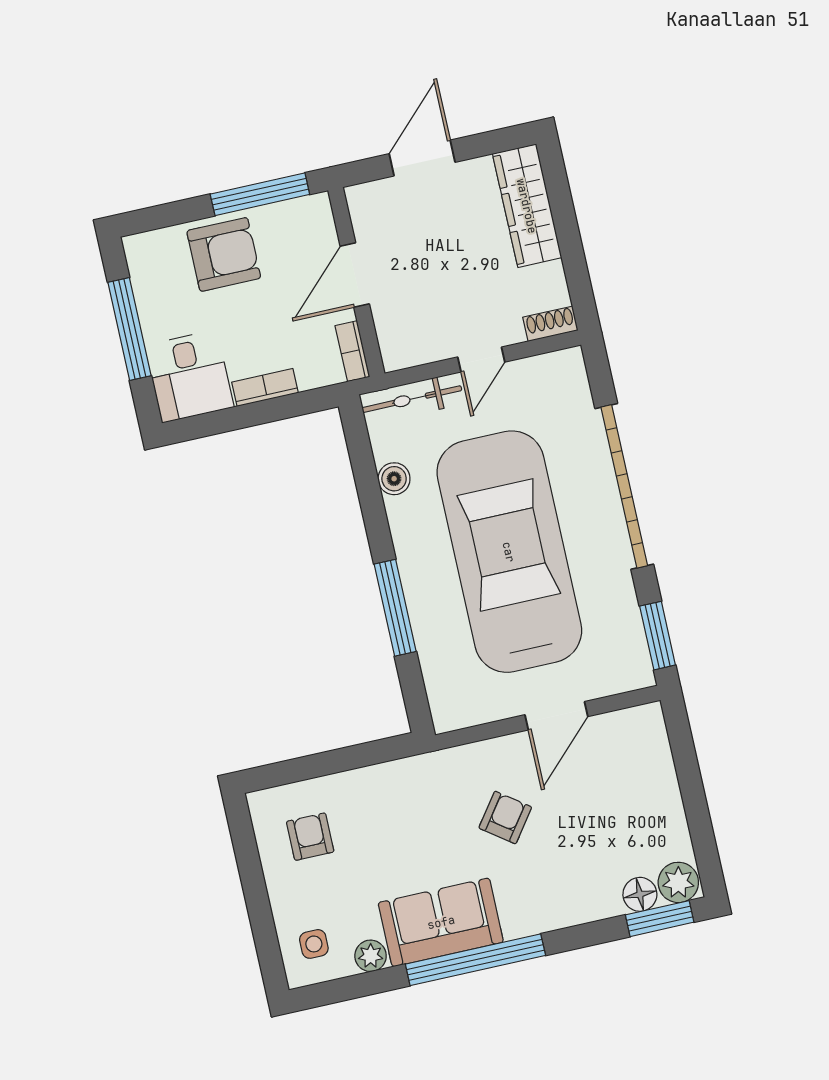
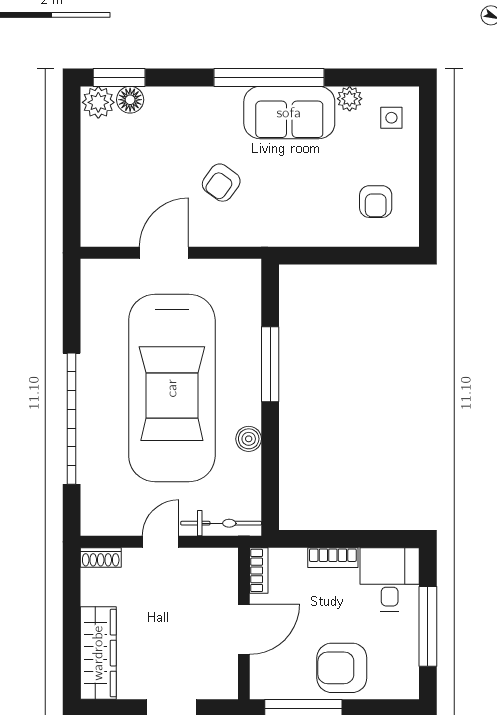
boiler: (394, 479) -> (249, 439), moved
window: (658, 636) -> (72, 297), removed

